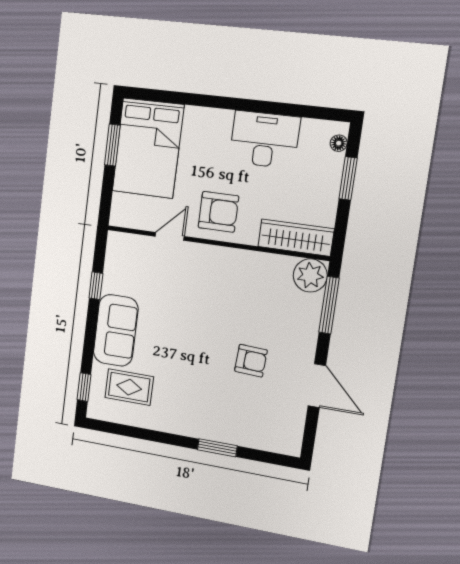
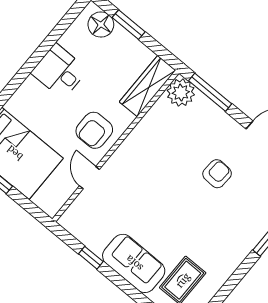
desk: (264, 140) -> (59, 71), width x0.73
floor lamp: (339, 143) -> (101, 25), width x1.89, depth x1.89
armchair: (218, 212) -> (94, 130), turned 180

